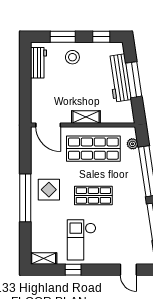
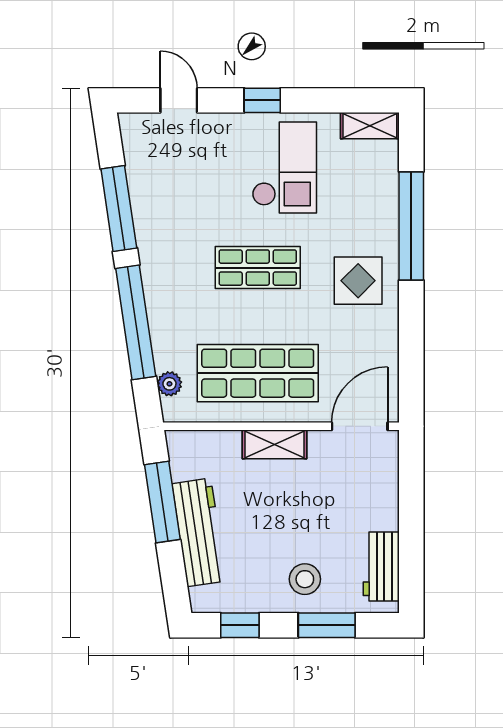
window: (134, 80) -> (162, 502), moved
door: (48, 125) -> (360, 426), hinge flipped
window: (25, 198) -> (411, 226), moved
window: (73, 270) -> (262, 100), moved

